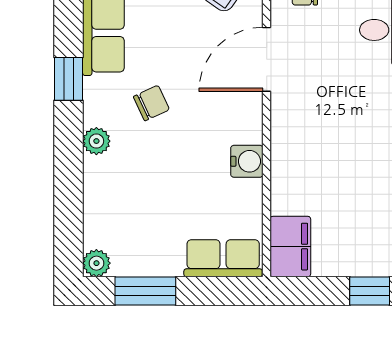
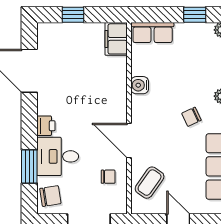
door: (267, 59) -> (129, 140), swing flipped
window: (145, 291) -> (195, 15), width x0.67

